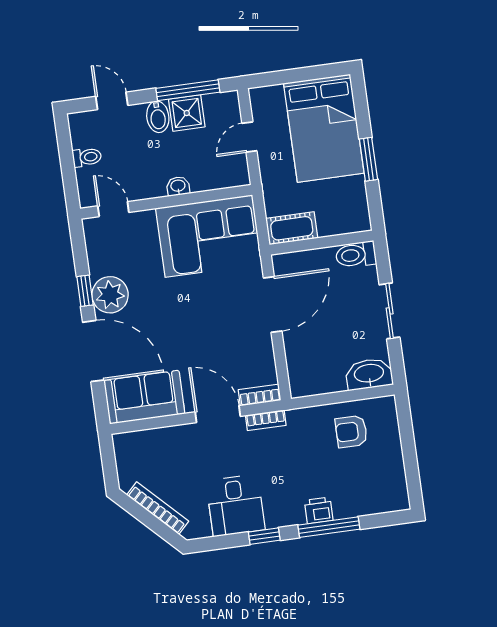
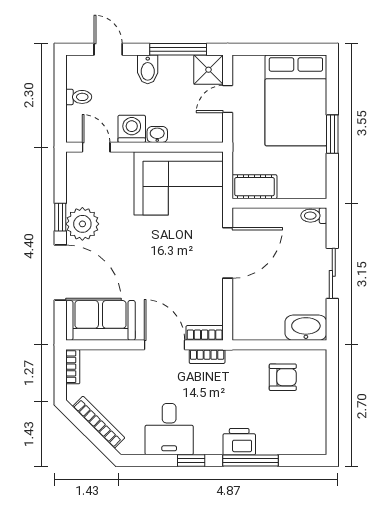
shower: (187, 113) -> (209, 70), moved
washing machine: (149, 184) -> (132, 129), added
toilet: (356, 255) -> (314, 216), width x0.73, depth x0.72
armchair: (351, 431) -> (283, 377), turned 180
bookcase: (121, 452) -> (73, 367), added
printer: (319, 510) -> (239, 442), width x1.36, depth x1.24

